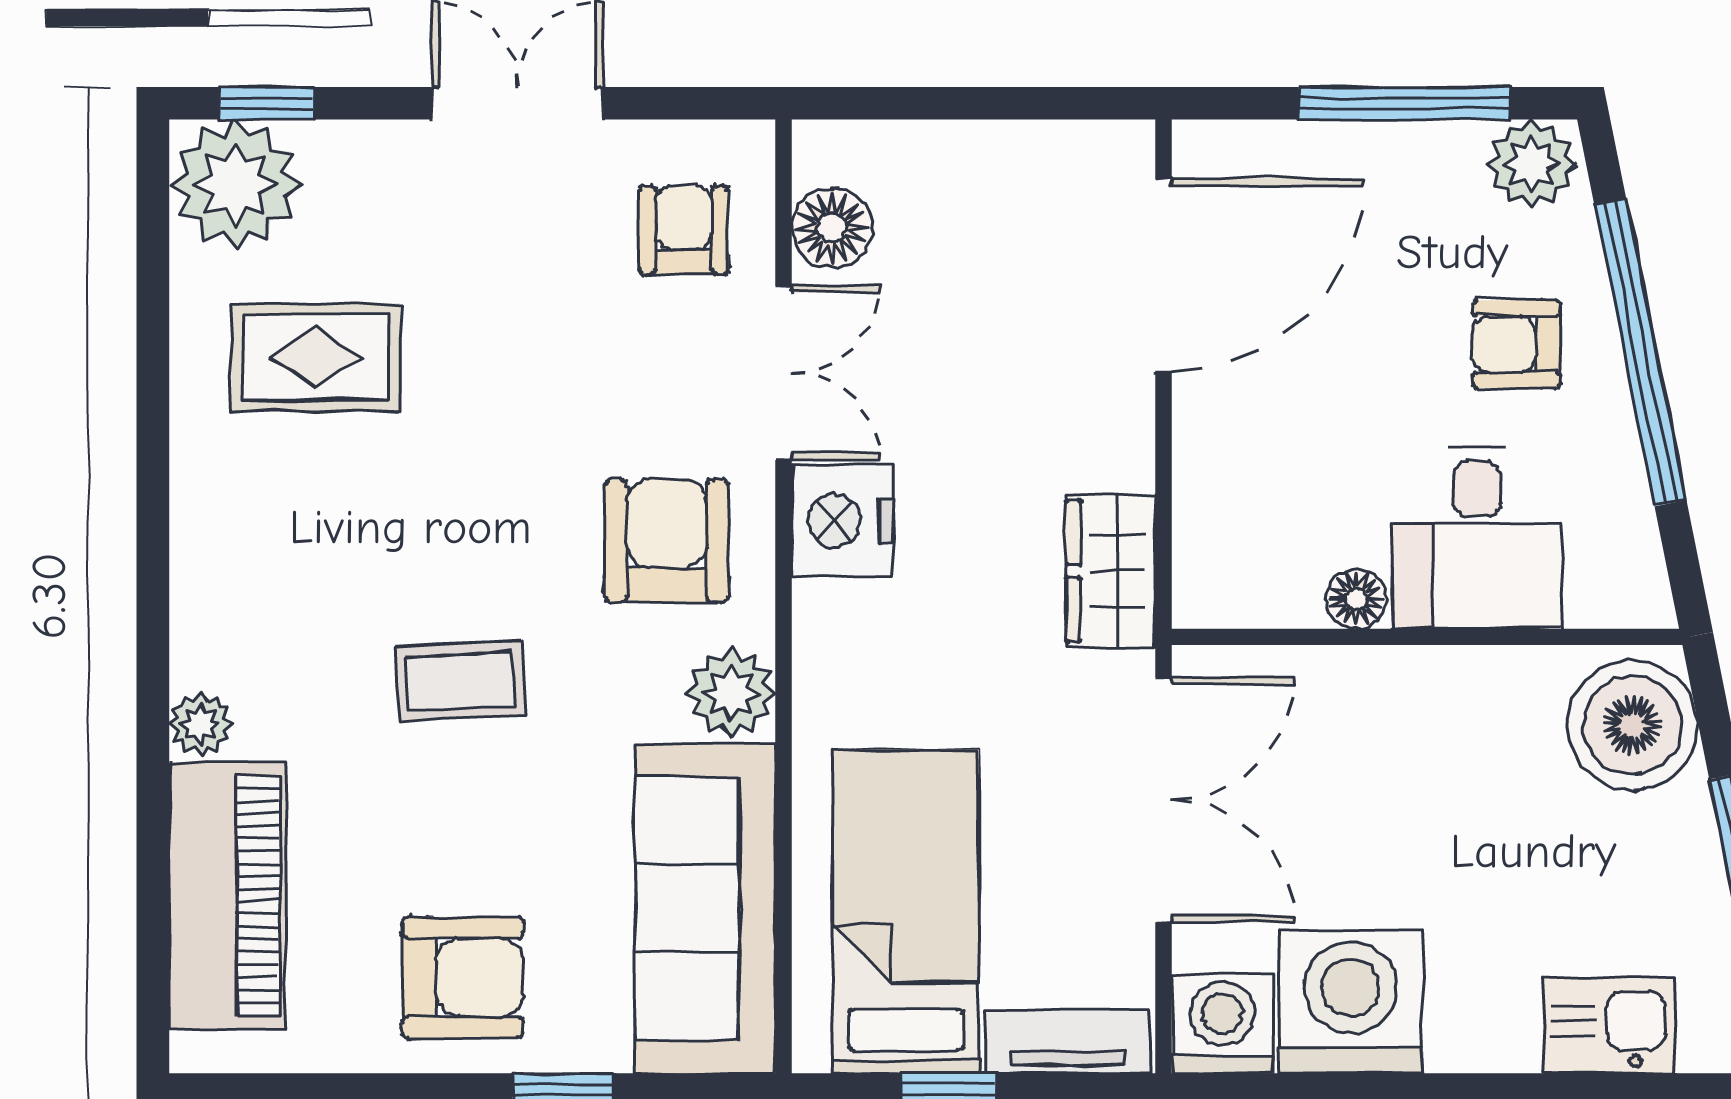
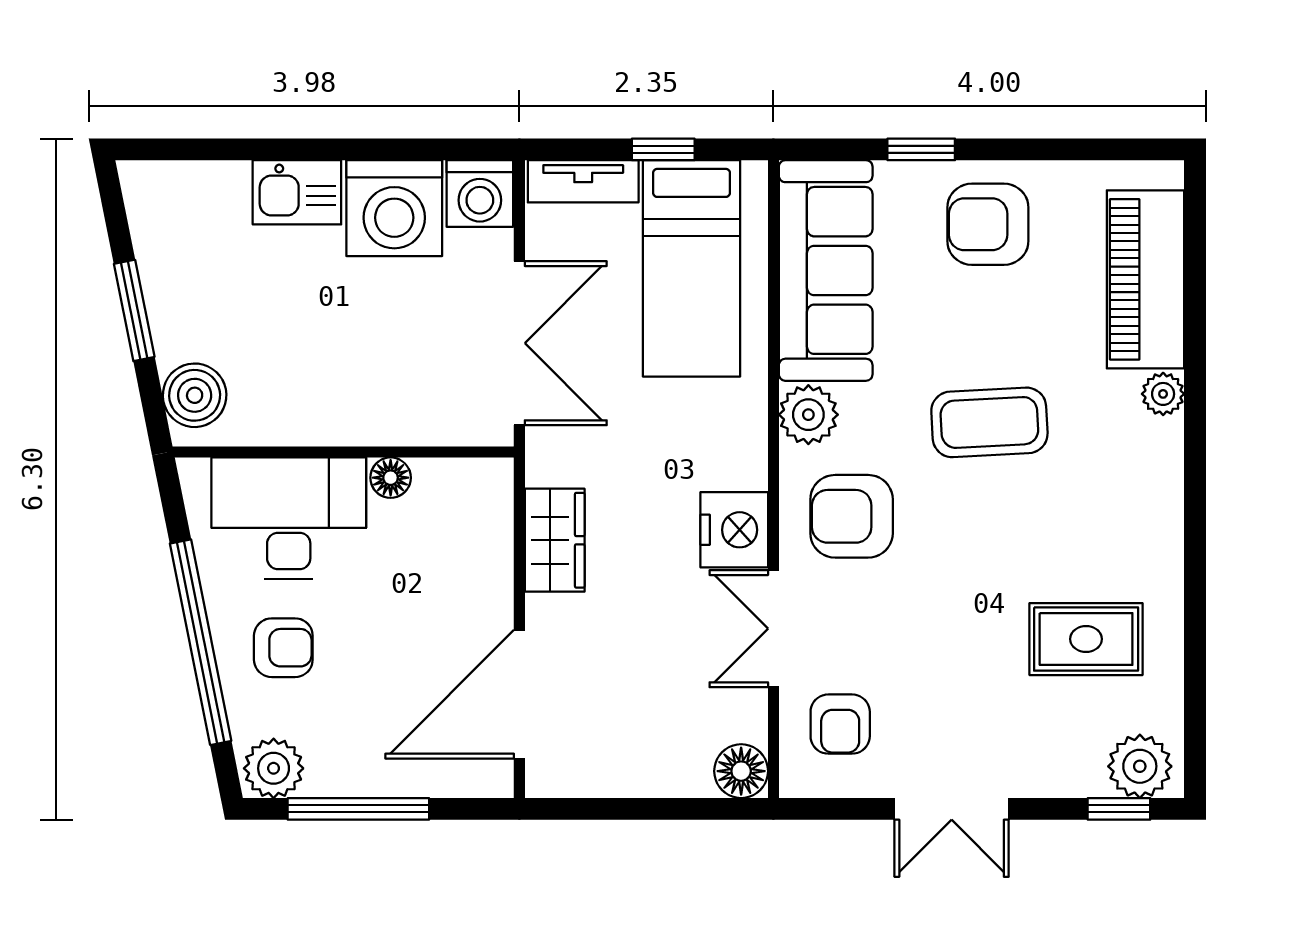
plant: (235, 184) -> (1140, 766), width x0.73, depth x0.73
floor lamp: (832, 228) -> (741, 771), moved
desk: (1477, 538) -> (289, 518), width x1.37
armchair: (667, 541) -> (852, 516), turned 90
wardrobe: (1111, 571) -> (555, 540), moved
coffee table: (460, 681) -> (989, 422), width x1.36, depth x1.30
boiler: (1632, 725) -> (195, 395), width x0.73, depth x0.73
double door: (1164, 800) -> (519, 343), swing flipped
kitchen sink: (1609, 1025) -> (297, 192), moved

